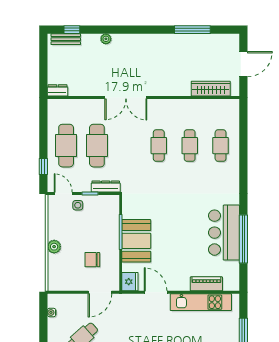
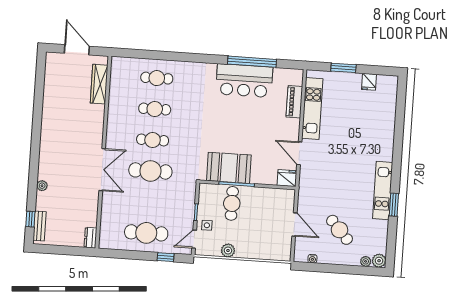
window: (192, 30) -> (39, 98), removed
cafe table: (97, 146) -> (150, 171), moved
dresser: (106, 187) -> (190, 196), removed
cafe table: (101, 229) -> (232, 203), added
booth: (136, 241) -> (229, 168), moved
plant: (54, 247) -> (228, 250), moved
chair: (92, 260) -> (262, 214), removed
door: (100, 292) -> (294, 224), moved
door: (156, 292) -> (299, 153), hinge flipped

